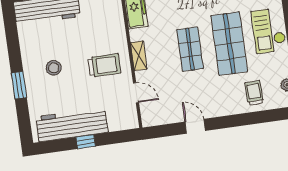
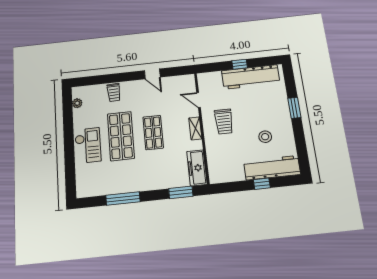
trolley: (104, 65) -> (224, 122), turned -90
stool: (54, 68) -> (265, 137), moved
trolley: (254, 93) -> (114, 92), moved

